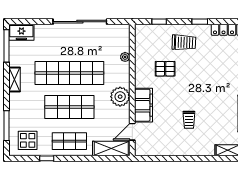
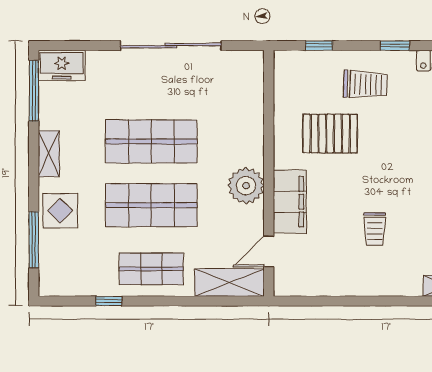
plant: (125, 57) -> (255, 112), removed
pallet: (165, 69) -> (330, 134), width x1.50, depth x1.42
shop shelf: (69, 73) -> (151, 141), width x0.71
display table: (28, 140) -> (60, 211), moved

